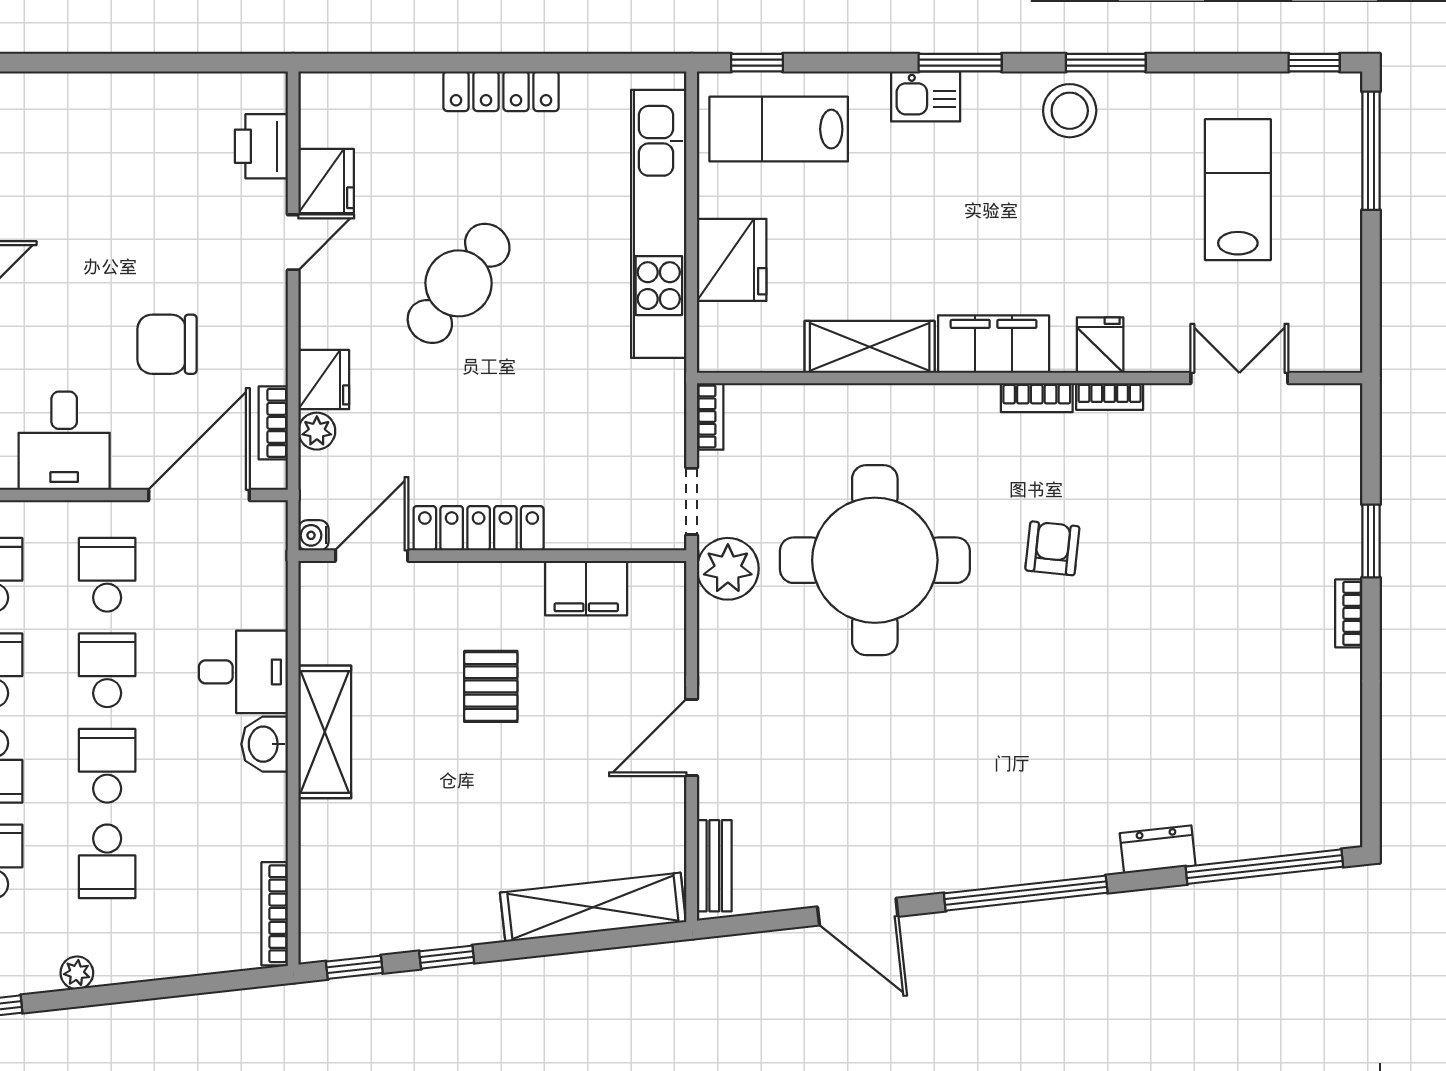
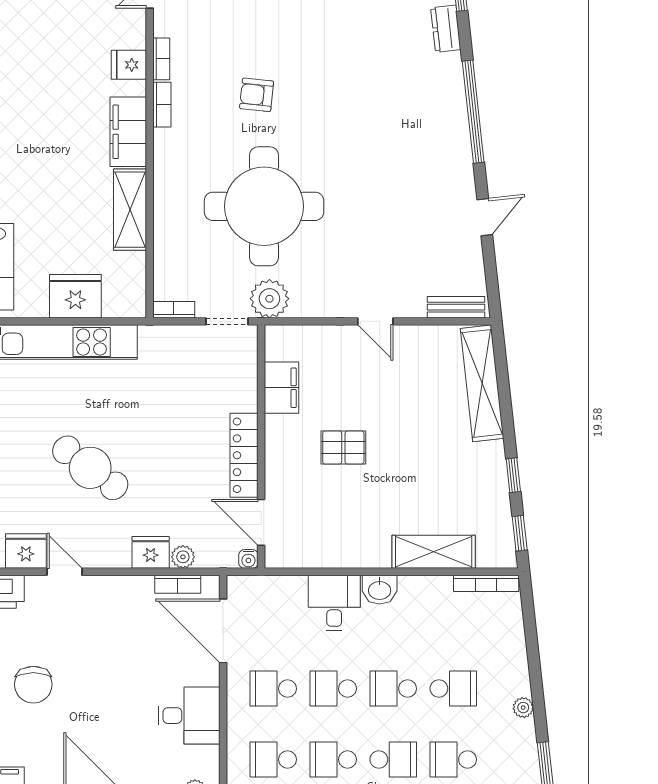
chair: (167, 344) -> (33, 685), moved
shelving: (325, 732) -> (434, 552), moved
door: (692, 737) -> (375, 321), width x0.73
door: (858, 912) -> (485, 217), width x0.73

